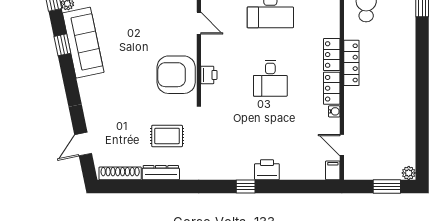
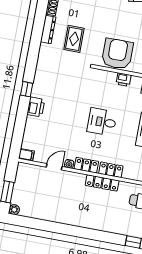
printer: (209, 75) -> (124, 80), moved
door: (342, 145) -> (54, 167), moved

